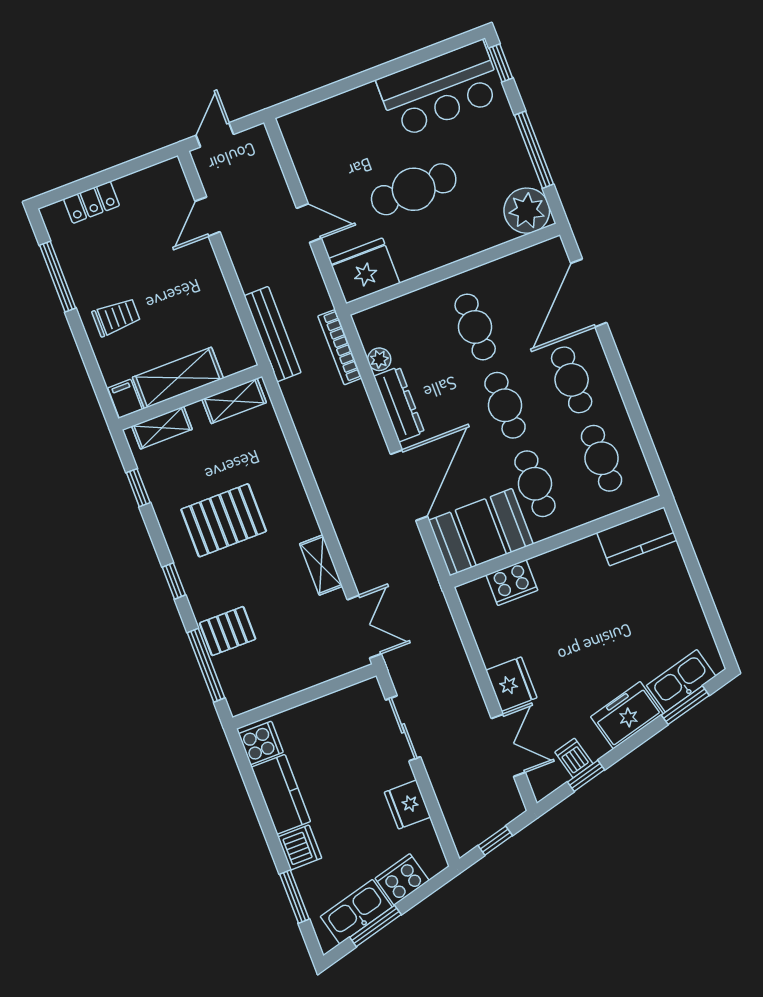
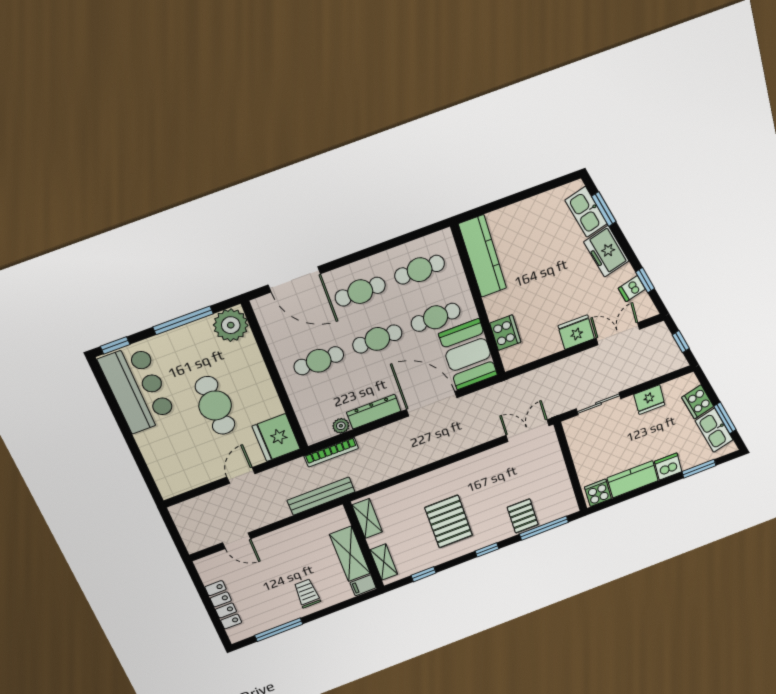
door: (215, 135) -> (177, 539), removed
locker: (92, 202) -> (223, 605), width x1.53
kitchen counter: (637, 536) -> (483, 256), width x1.50
shelving: (321, 565) -> (483, 459), removed

